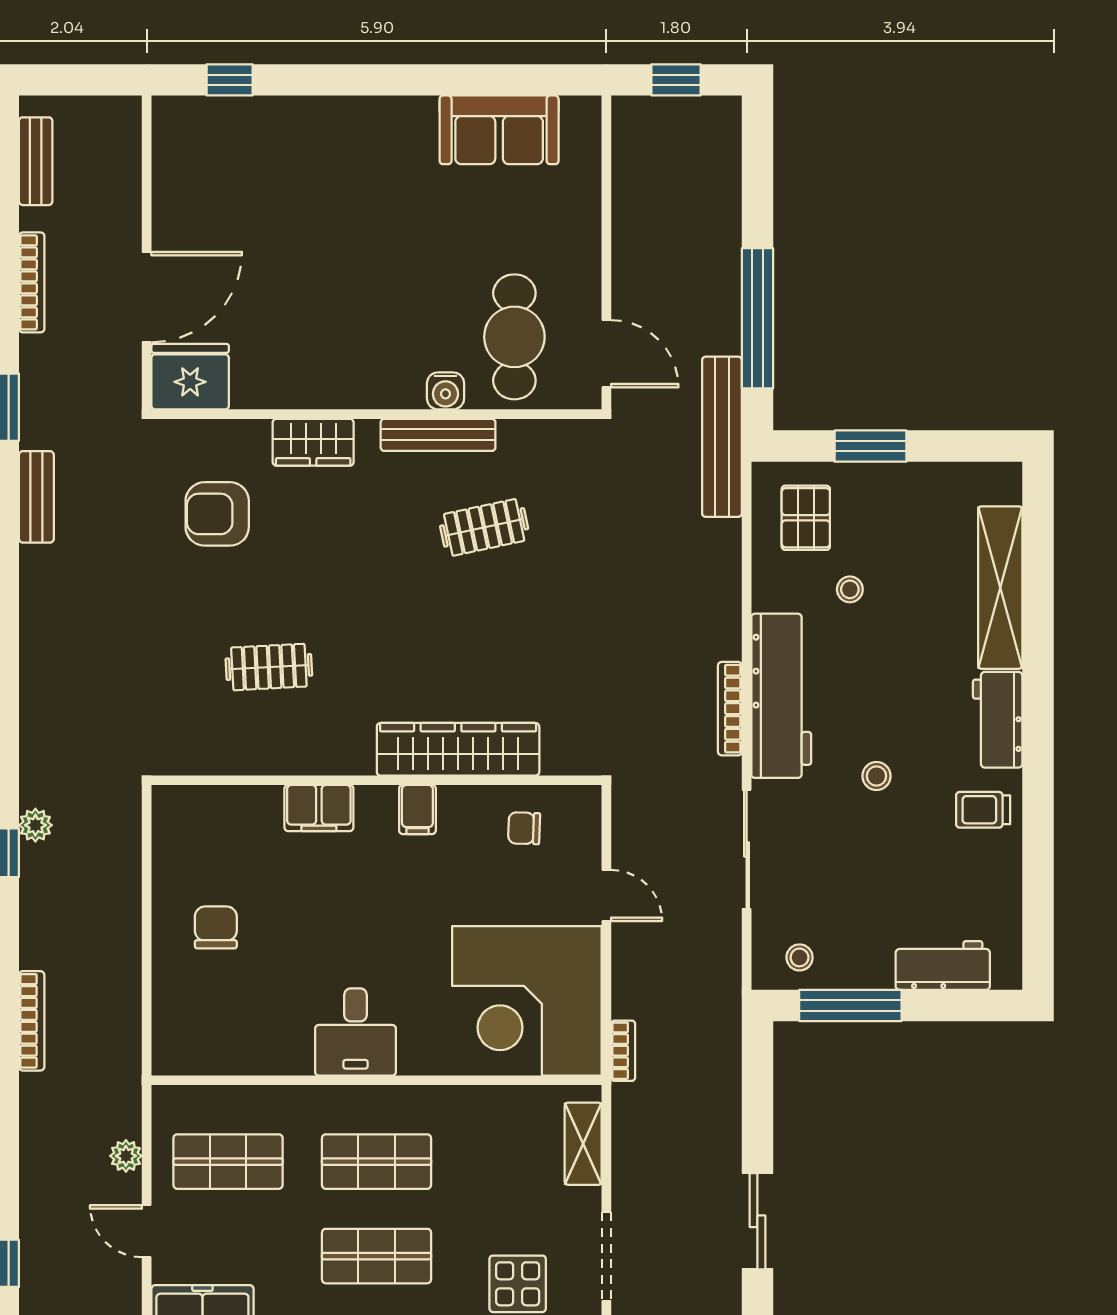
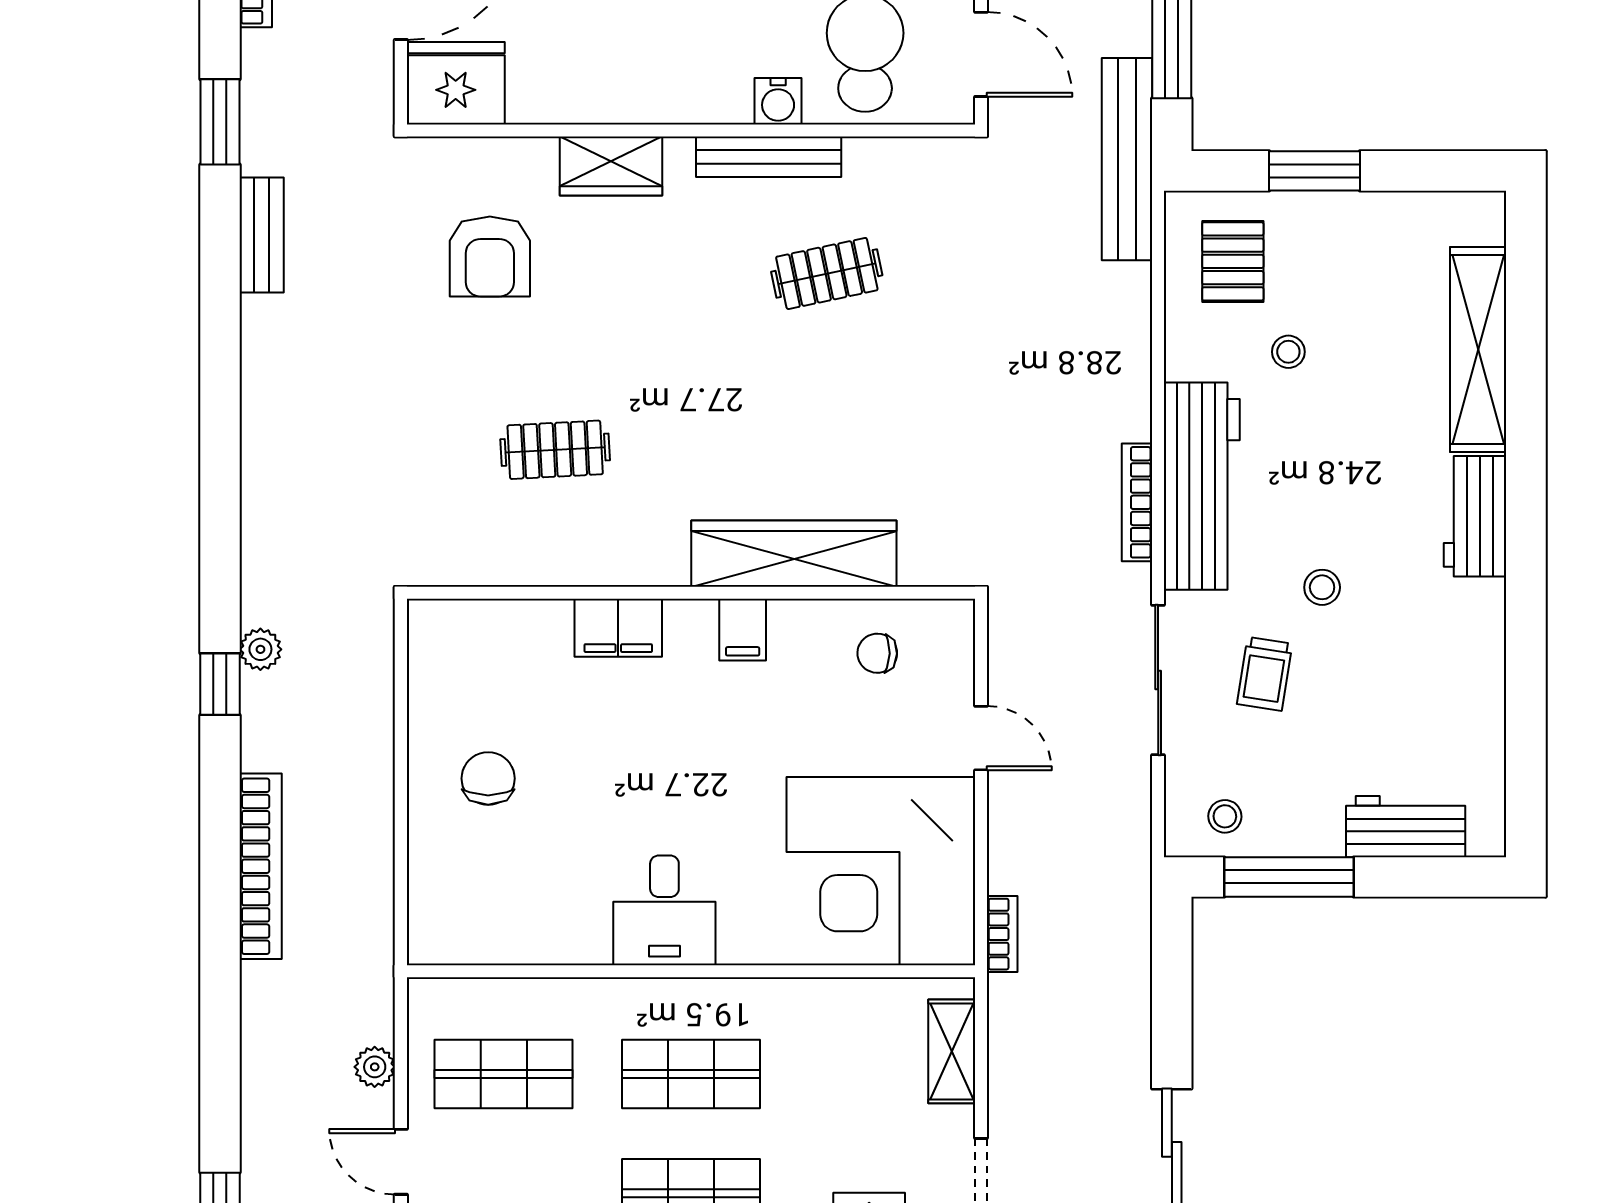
armchair: (217, 514) -> (490, 256), turned -90
trolley: (983, 810) -> (1265, 674), moved, turned -81
bookcase: (32, 1021) -> (261, 866), width x1.48, depth x1.31

